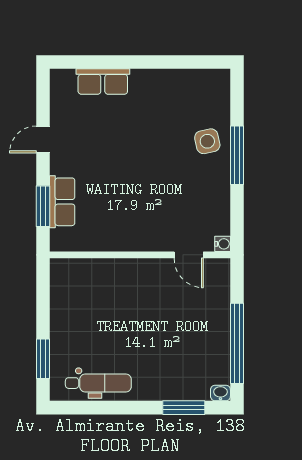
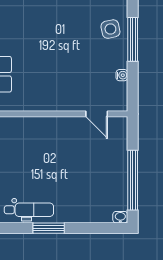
water cooler: (223, 244) -> (122, 75), moved
window: (184, 408) -> (49, 228), moved

